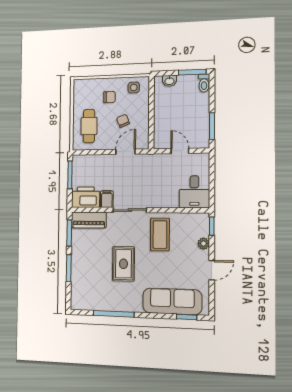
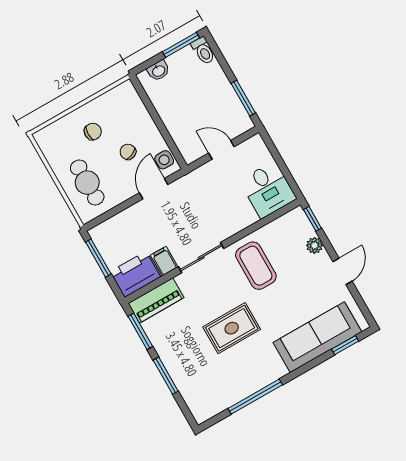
side table: (134, 88) -> (164, 160), moved
rug: (123, 264) -> (232, 328), turned 90

